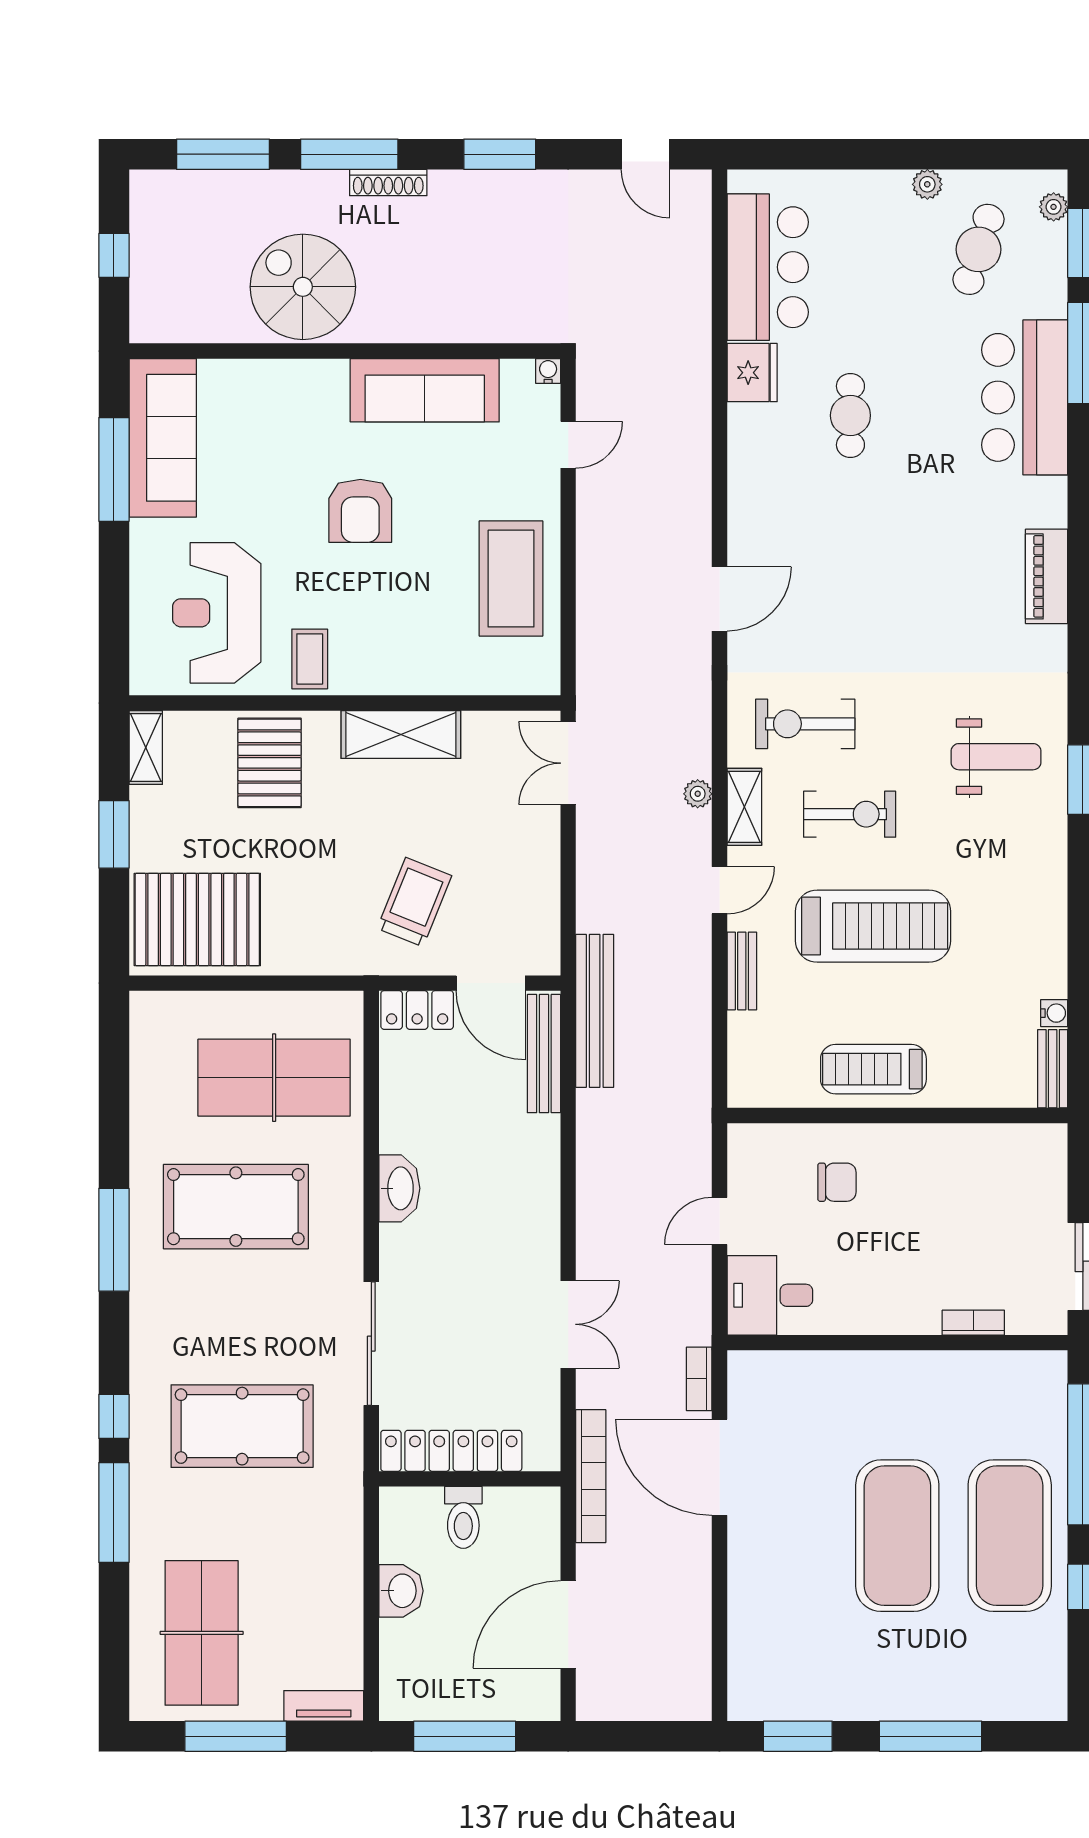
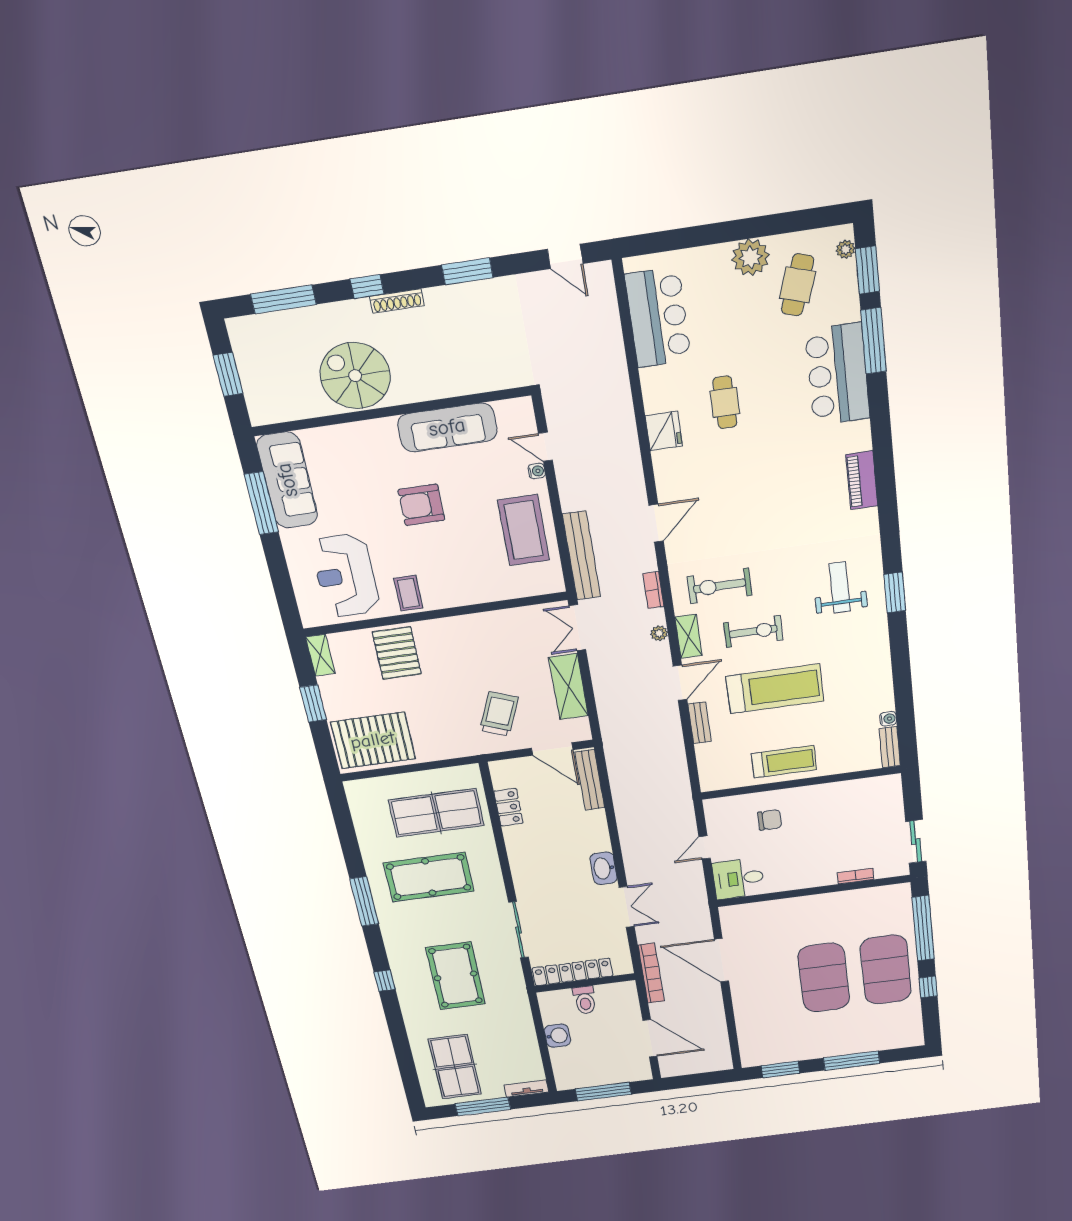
window: (349, 154) -> (367, 287), width x0.46
plant: (927, 184) -> (751, 257), width x1.88, depth x1.88
window: (114, 255) -> (228, 374), width x1.50
water cooler: (548, 371) -> (537, 471), moved, turned 90
fridge: (752, 373) -> (664, 431), moved
door: (568, 445) -> (545, 447), swing flipped
armchair: (360, 511) -> (421, 505), turned 90
shelving: (401, 734) -> (568, 687), moved, turned 90
weight bench: (996, 757) -> (840, 587), turned -90
door: (719, 890) -> (680, 683), width x1.38
locker: (417, 1010) -> (508, 807), moved, turned -90
bench: (595, 1011) -> (582, 556), moved
treadmill: (873, 1069) -> (784, 762), turned 180
washbasin: (399, 1188) -> (604, 868), moved, turned 180
bookcase: (699, 1379) -> (653, 590), moved
pool table: (242, 1426) -> (456, 976), turned 90
window: (114, 1513) -> (395, 1022), removed
door: (568, 1624) -> (650, 1038), swing flipped

